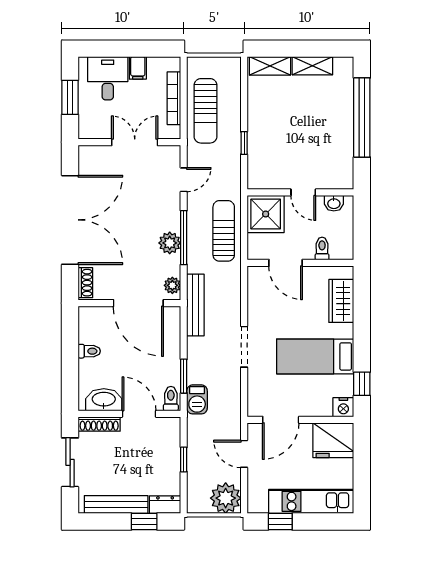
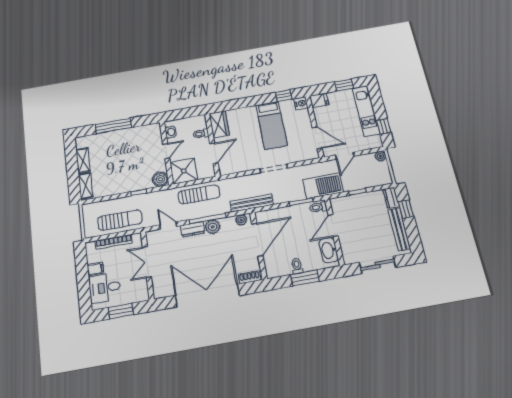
window: (362, 117) -> (113, 126), width x0.68
boiler: (259, 178) -> (160, 179), added
dresser: (171, 214) -> (193, 229), added
sun lounger: (224, 231) -> (199, 194), turned 180
wardrobe: (341, 301) -> (219, 124), moved, turned -90
window: (70, 359) -> (305, 278), added
barbecue: (197, 399) -> (323, 186), width x1.88, depth x1.53
shoe rack: (99, 424) -> (346, 250), removed
fridge: (333, 440) -> (319, 100), width x0.53, depth x0.75
window: (362, 479) -> (344, 85), added
plant: (226, 498) -> (380, 156), width x0.53, depth x0.53

